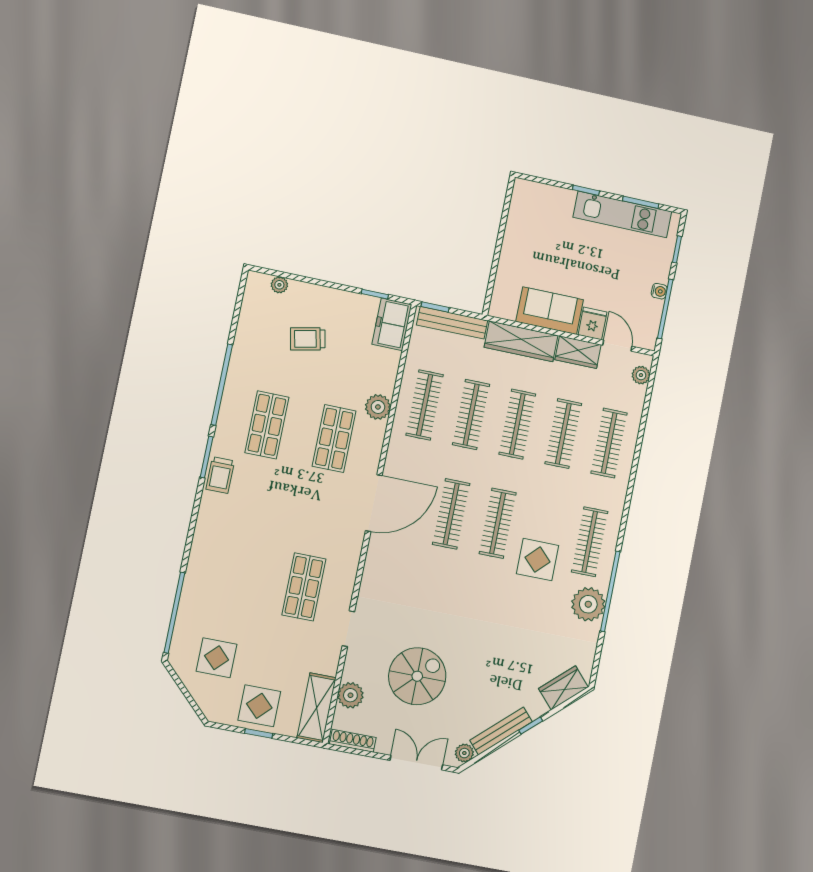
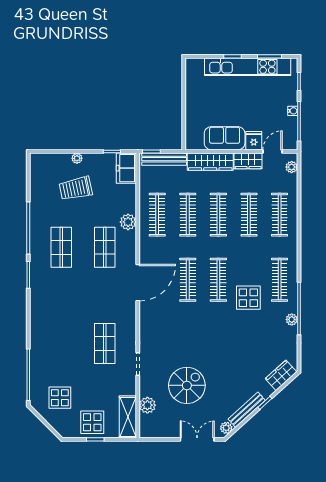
kitchen unit: (622, 214) -> (248, 67), width x1.36
plant: (279, 285) -> (77, 158), moved
trolley: (308, 339) -> (76, 188), width x1.36, depth x1.39
door: (617, 346) -> (273, 151), hinge flipped
trolley: (220, 475) -> (39, 284), removed
plant: (588, 604) -> (292, 319), width x0.53, depth x0.53
shoe rack: (353, 741) -> (155, 433), removed

